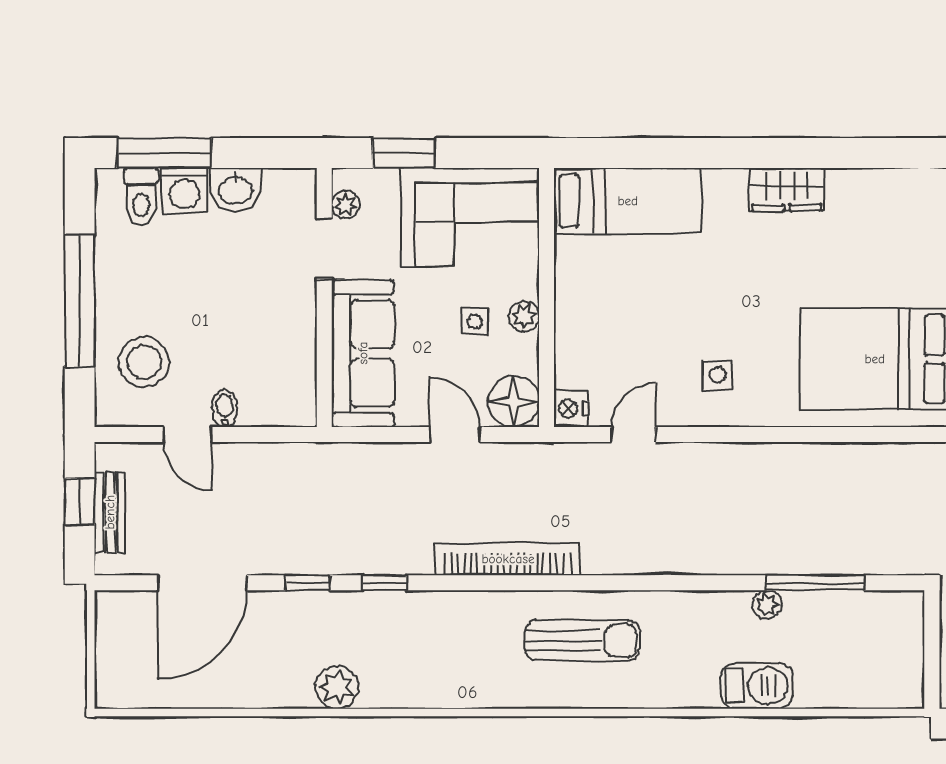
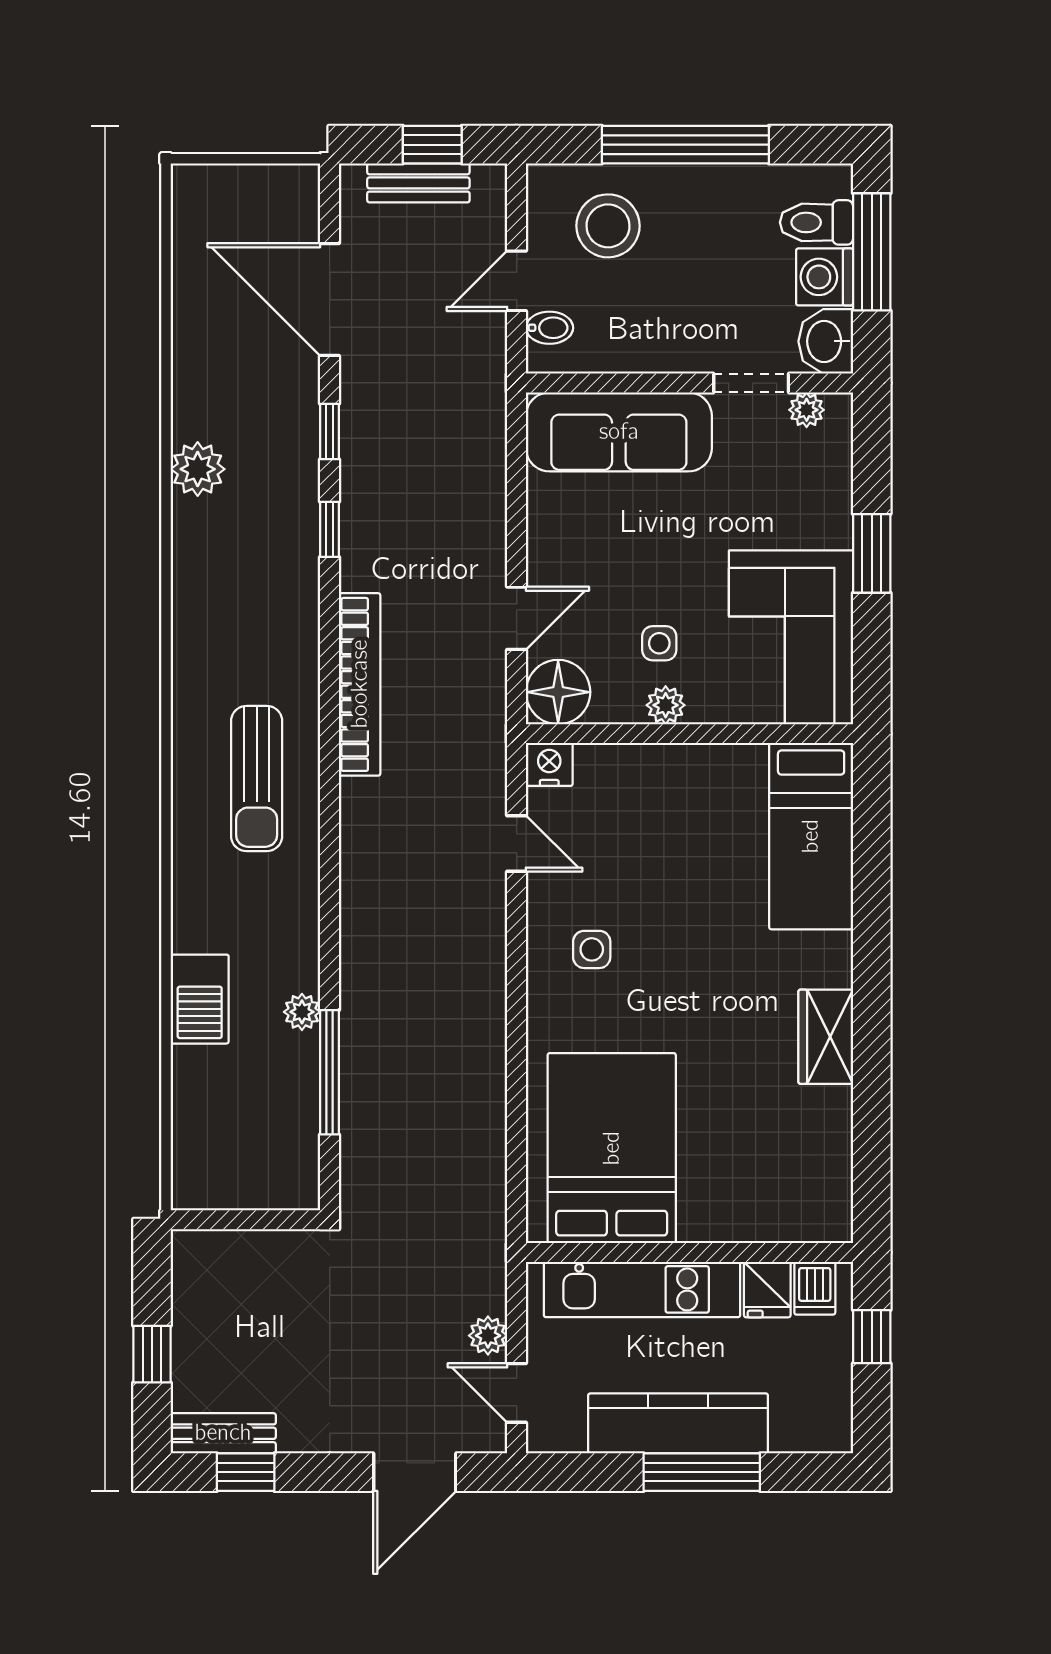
plant: (345, 205) -> (807, 410), moved
doorway: (324, 249) -> (751, 383), moved
wall: (324, 297) -> (689, 383), moved
sofa: (363, 353) -> (619, 432), moved

